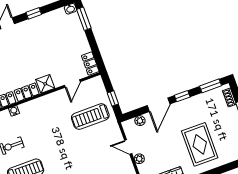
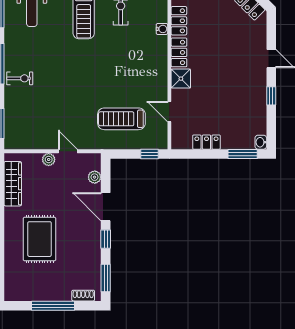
locker: (90, 64) -> (206, 142), moved
window: (113, 98) -> (149, 154), moved
treadmill: (90, 117) -> (121, 119), turned -90
rug: (200, 144) -> (40, 239), turned 90
door: (128, 147) -> (68, 151), hinge flipped

